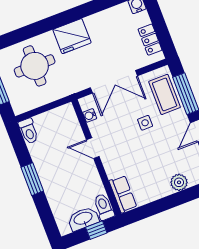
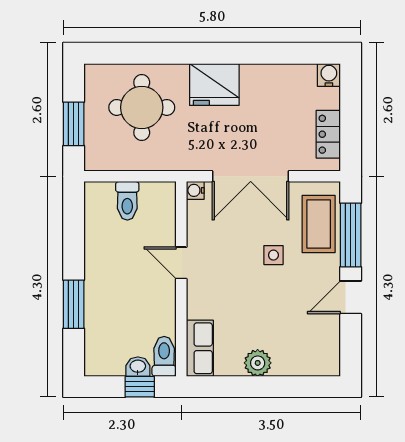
water cooler: (90, 115) -> (195, 190), moved
toilet: (29, 131) -> (127, 201), moved
window: (32, 179) -> (74, 304), moved
plant: (179, 182) -> (258, 363), moved
washbasin: (83, 219) -> (138, 367), width x0.52, depth x0.69

